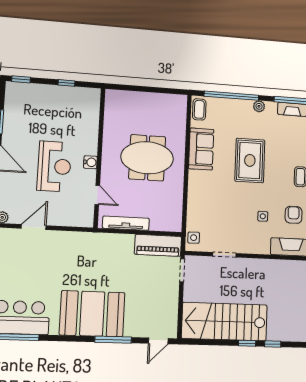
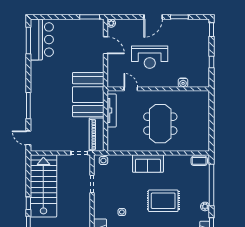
sofa: (201, 149) -> (148, 163), moved
water cooler: (90, 162) -> (183, 83), moved
door: (97, 195) -> (131, 89), swing flipped
booth: (92, 314) -> (88, 95), moved

